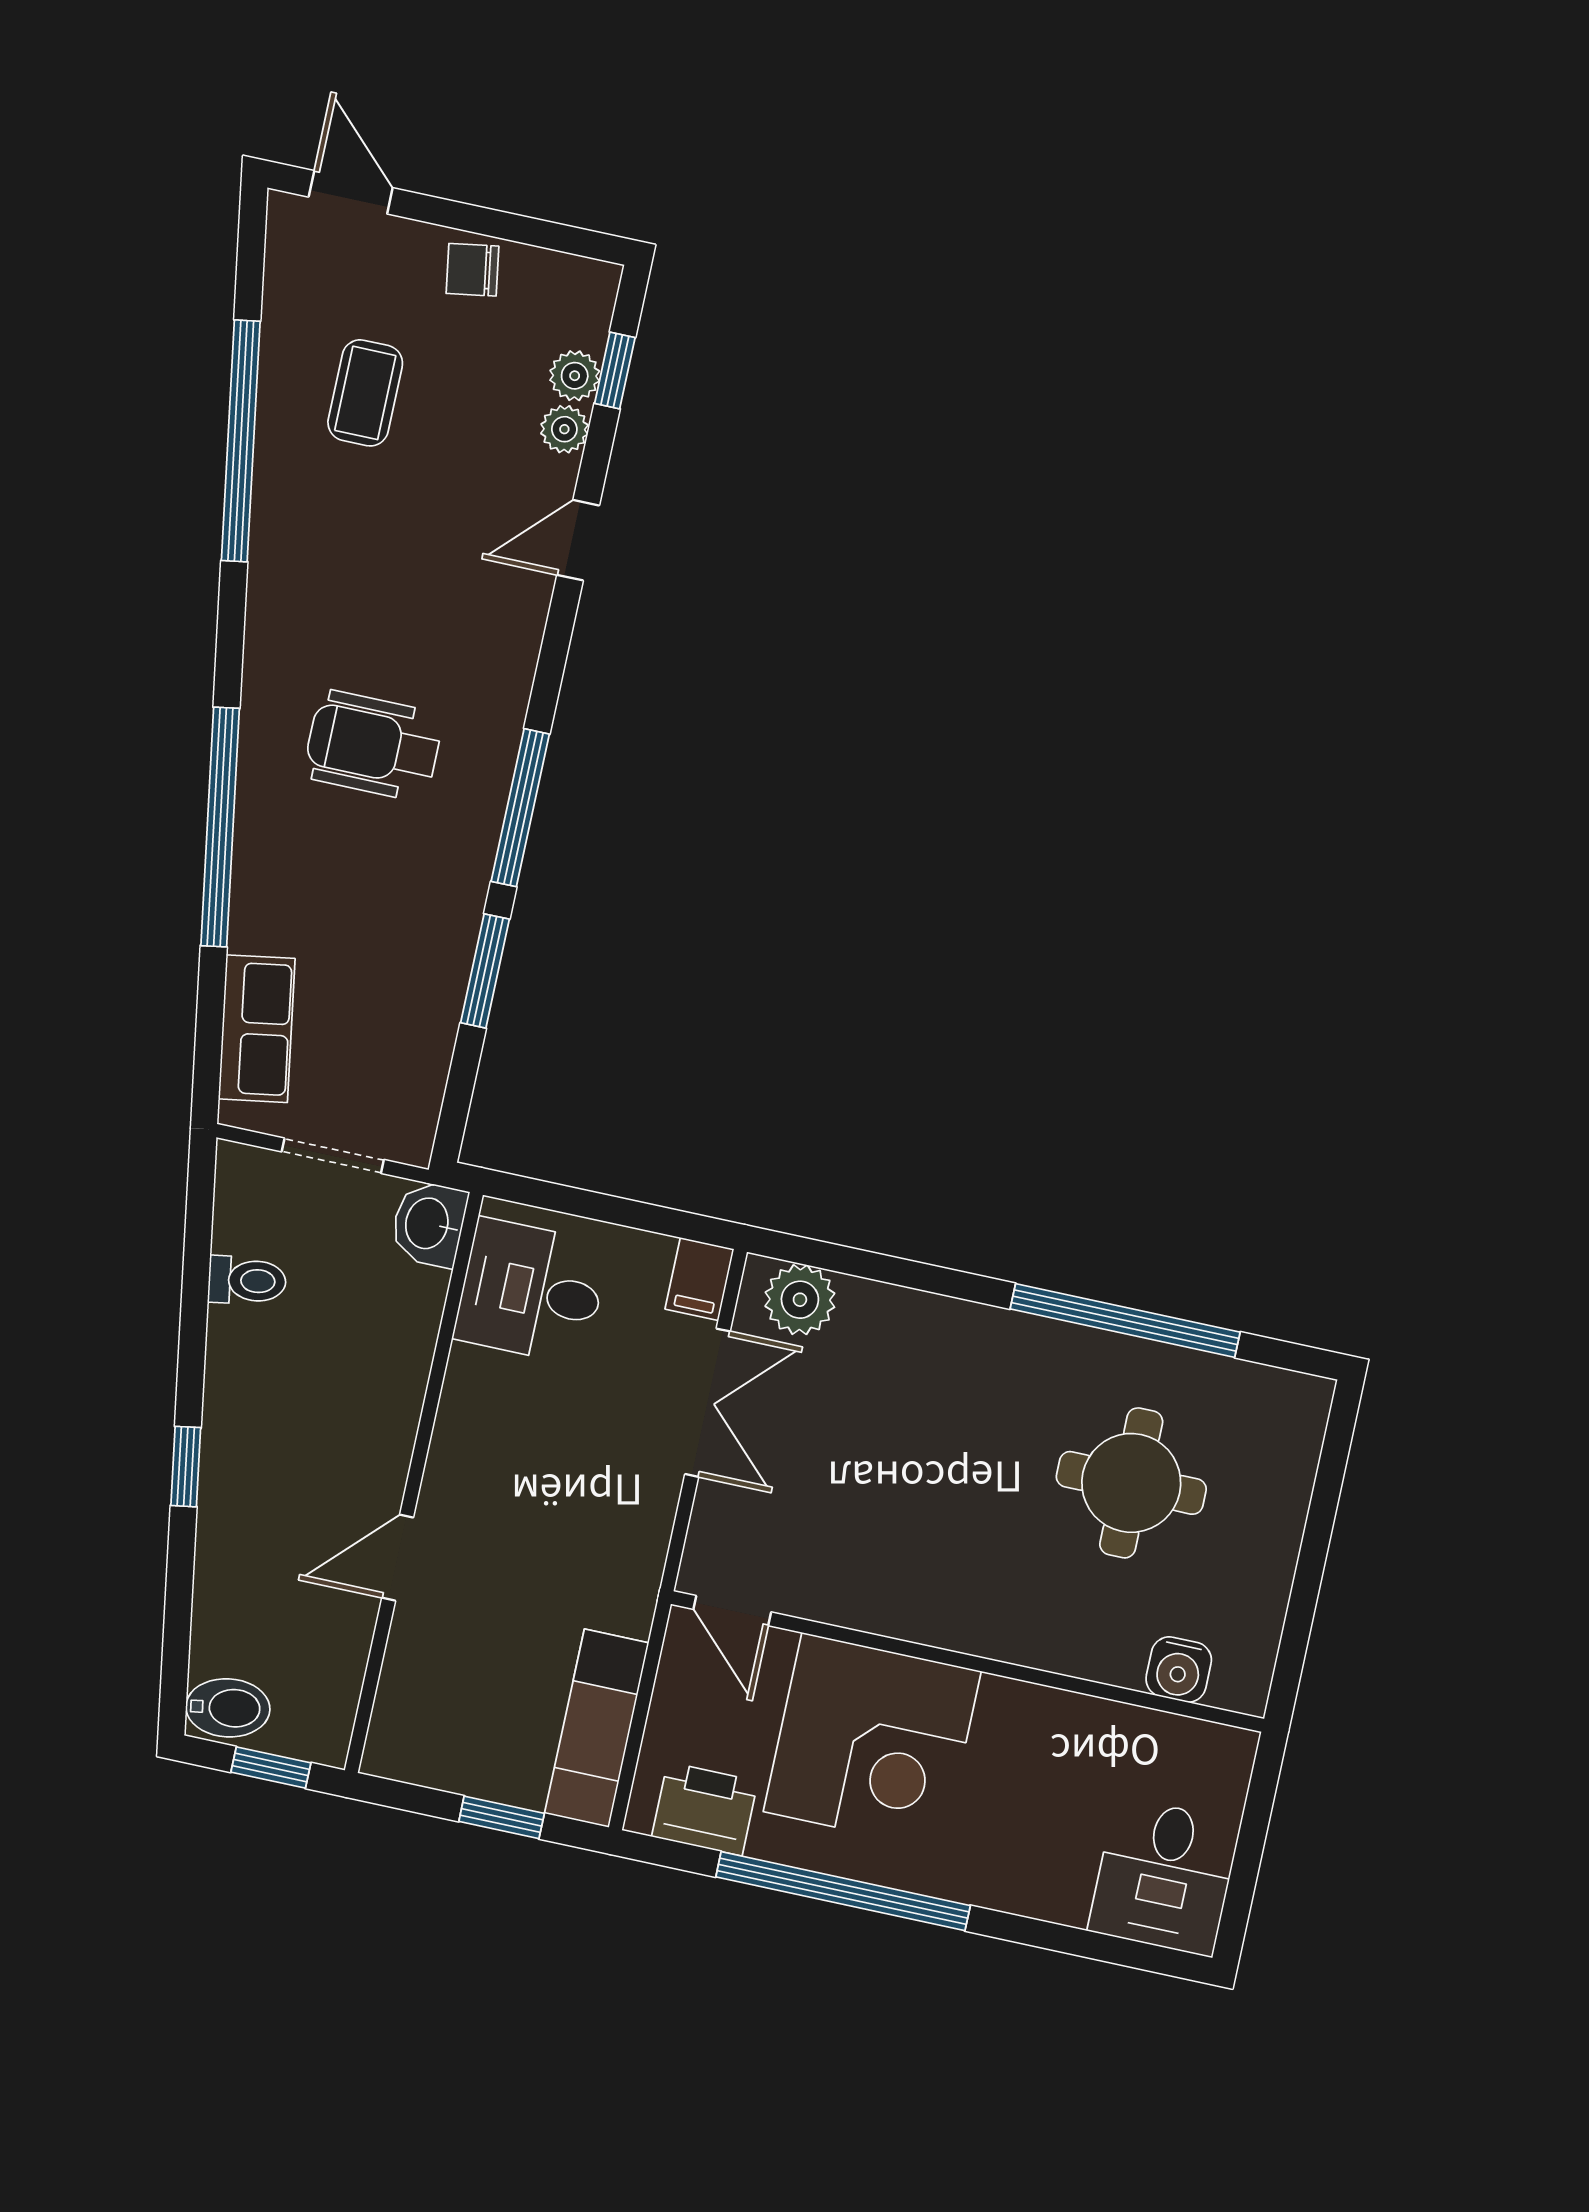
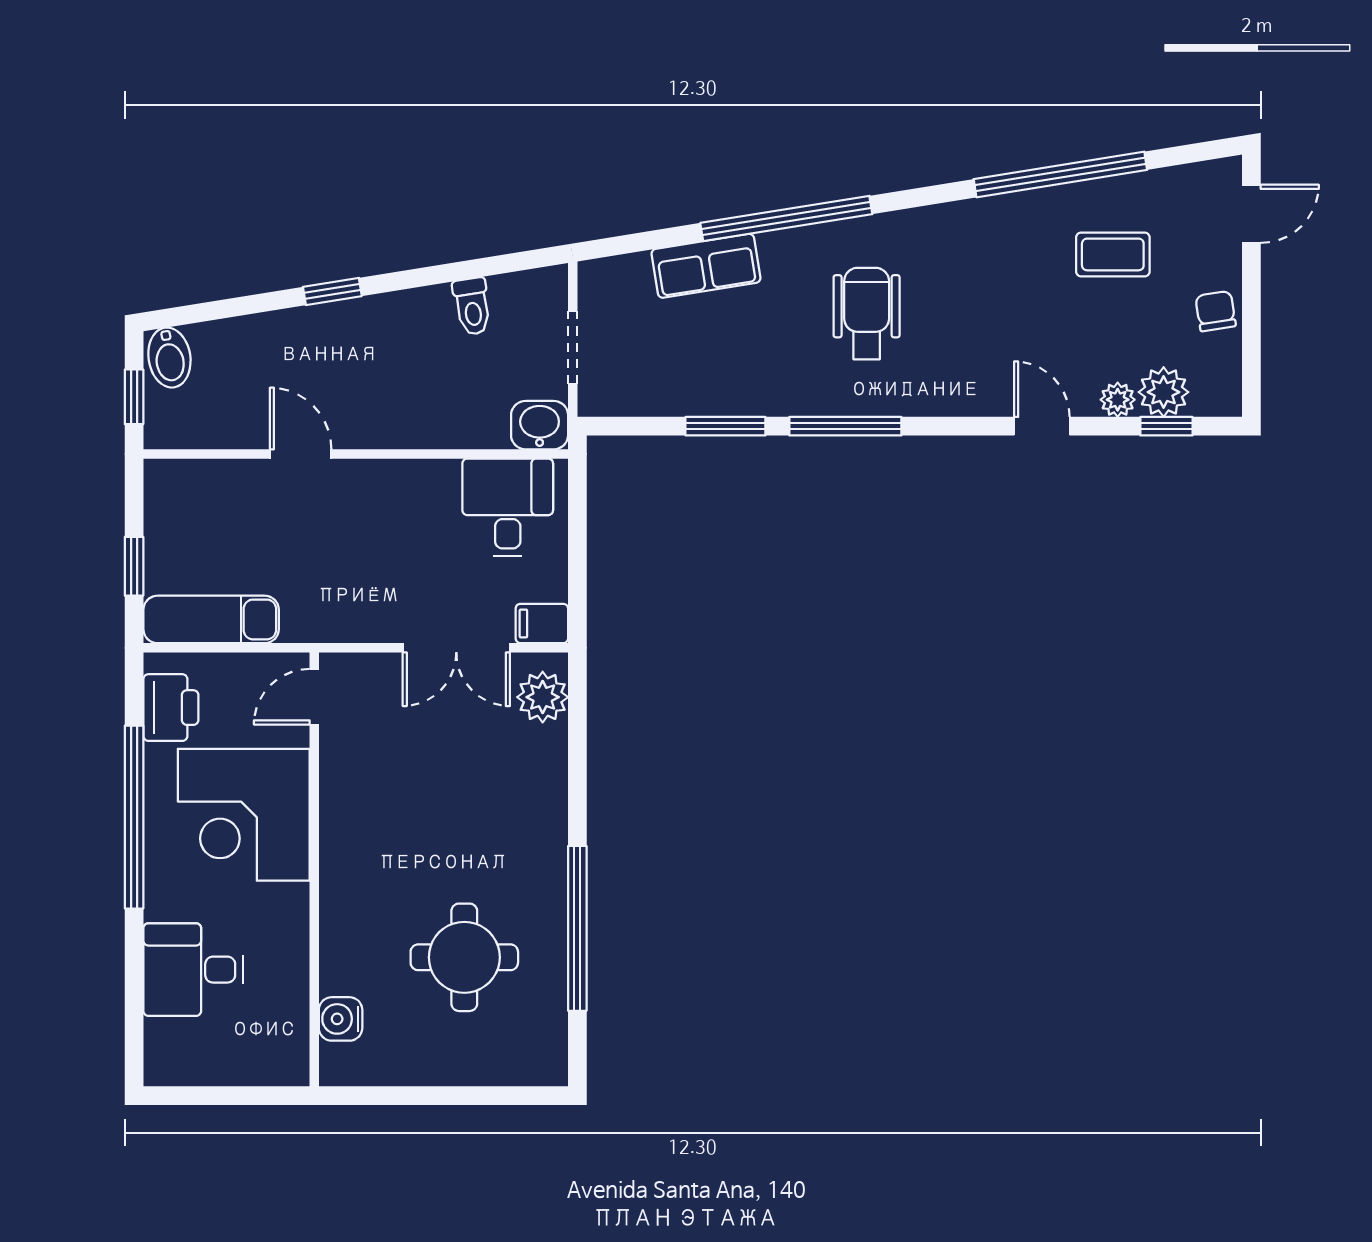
plant: (575, 376) -> (1164, 392), width x1.38, depth x1.38
row of seats: (257, 1029) -> (706, 266), moved
desk: (1164, 1876) -> (193, 970), moved

